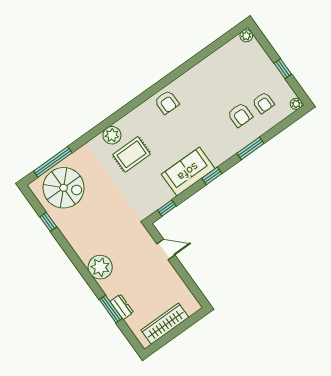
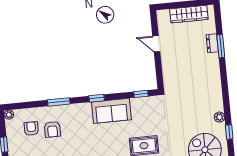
armchair: (240, 115) -> (52, 129), turned 180
door: (166, 249) -> (156, 44), moved
plant: (100, 267) -> (219, 117), moved, width x0.53, depth x0.53

